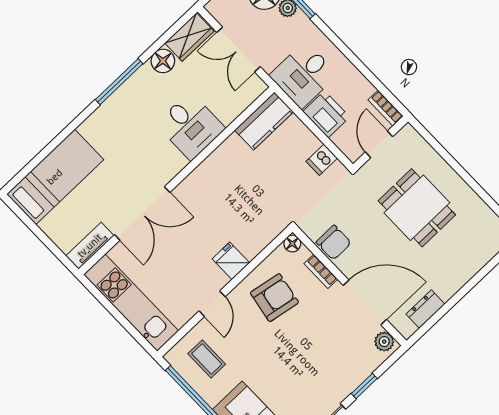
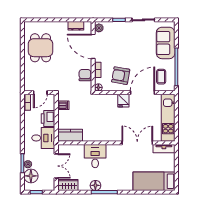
floor lamp: (163, 61) -> (95, 185), moved
dining table: (417, 208) -> (40, 48), moved
door: (212, 304) -> (143, 93), width x1.88

